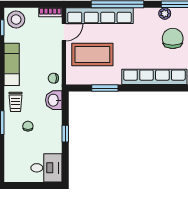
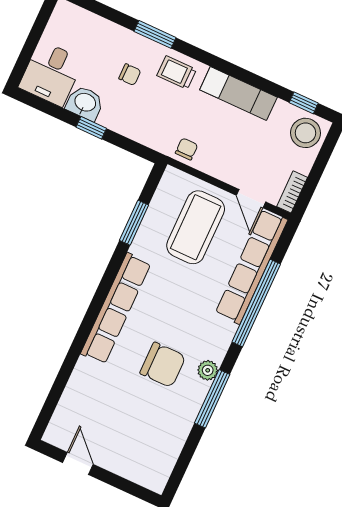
washbasin: (54, 100) -> (85, 103), moved

